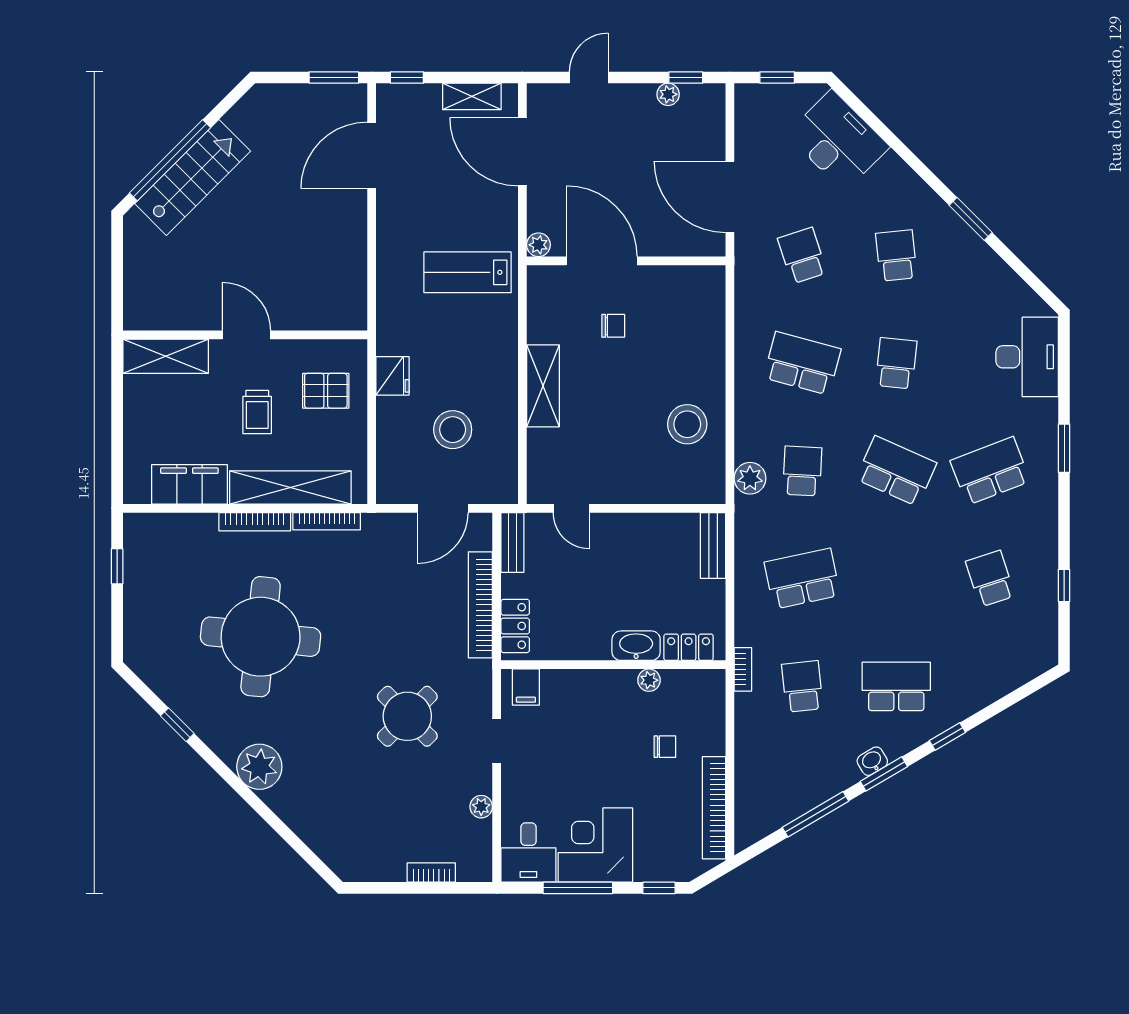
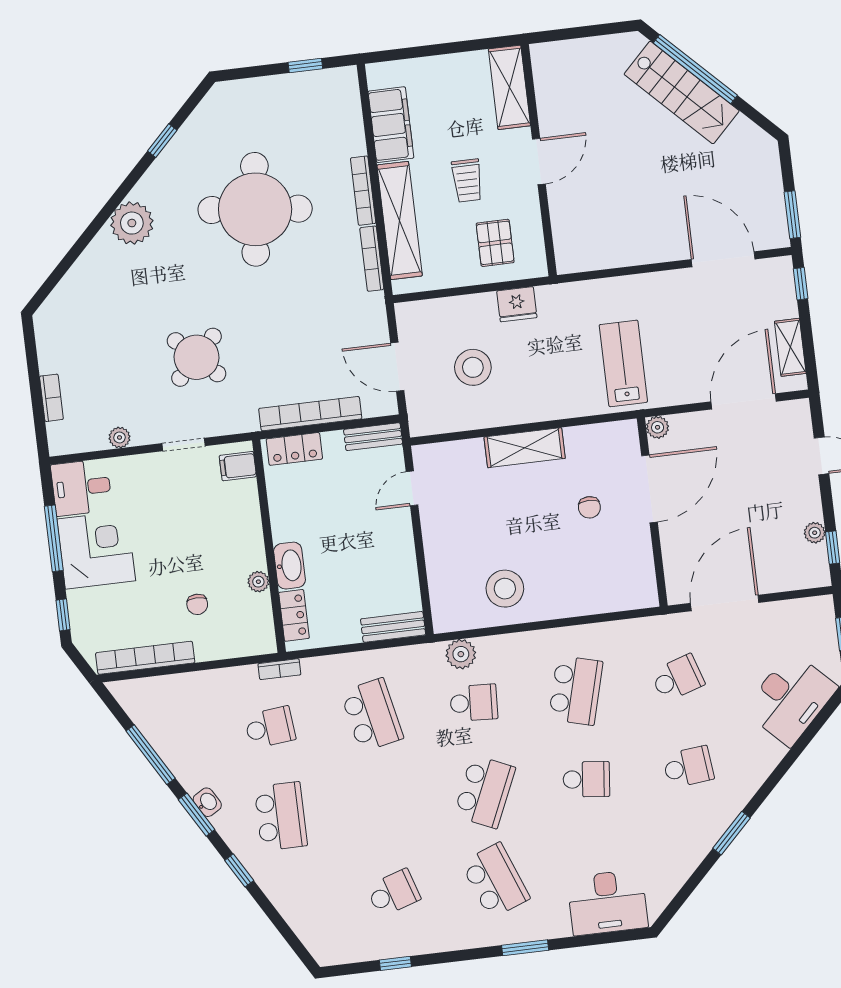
trolley: (257, 412) -> (467, 180), turned -90

